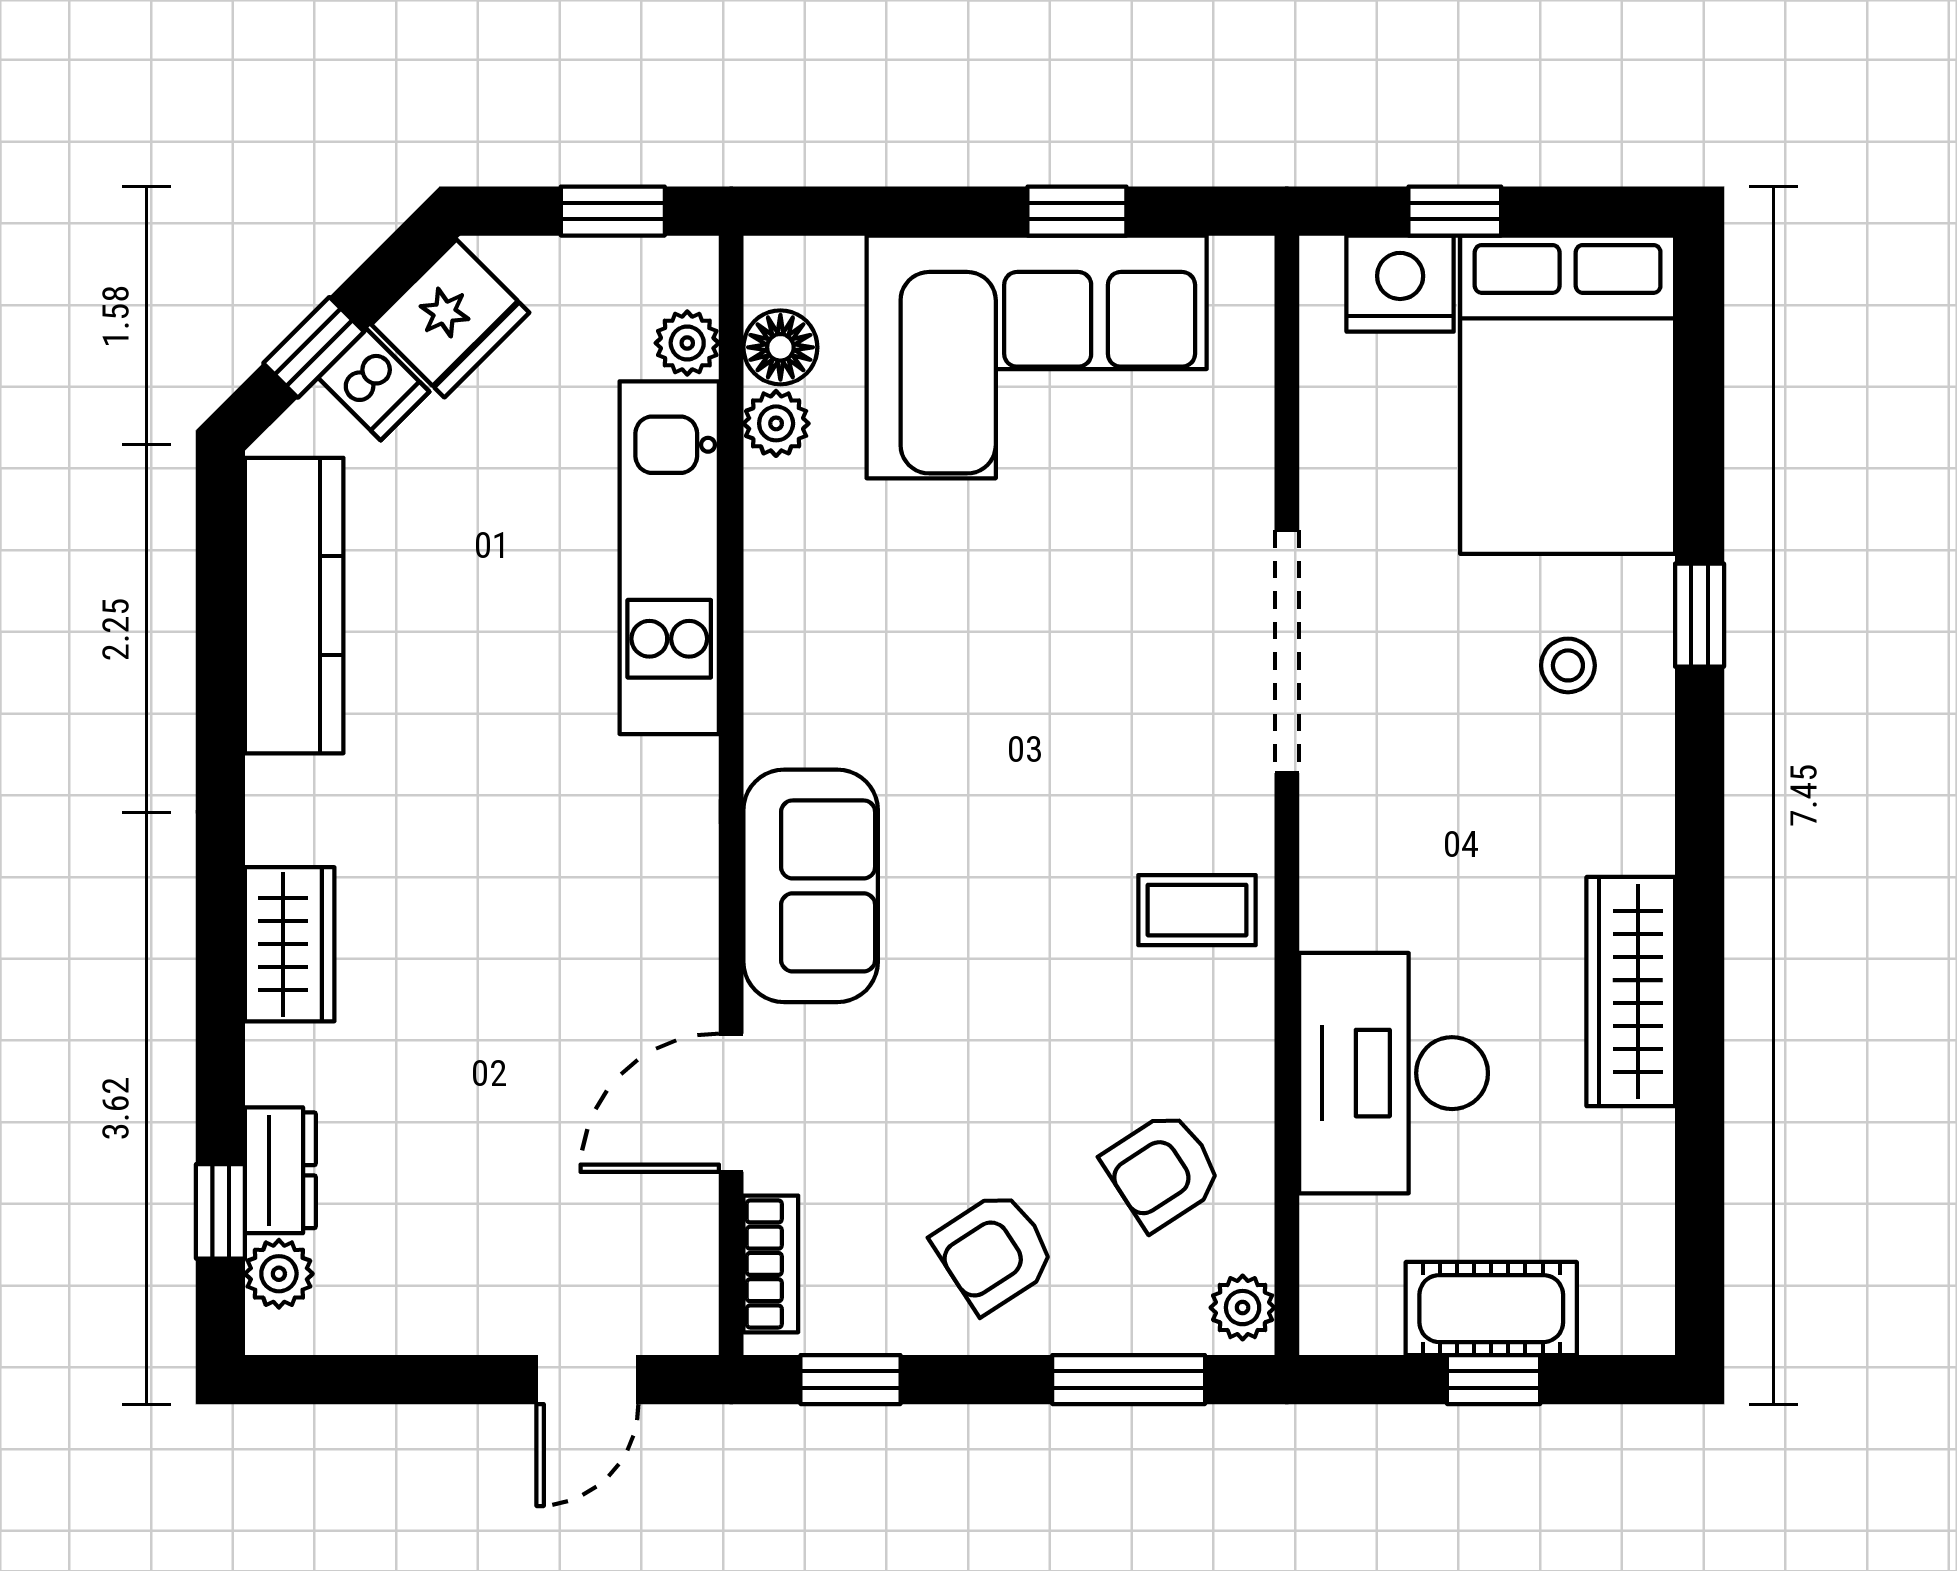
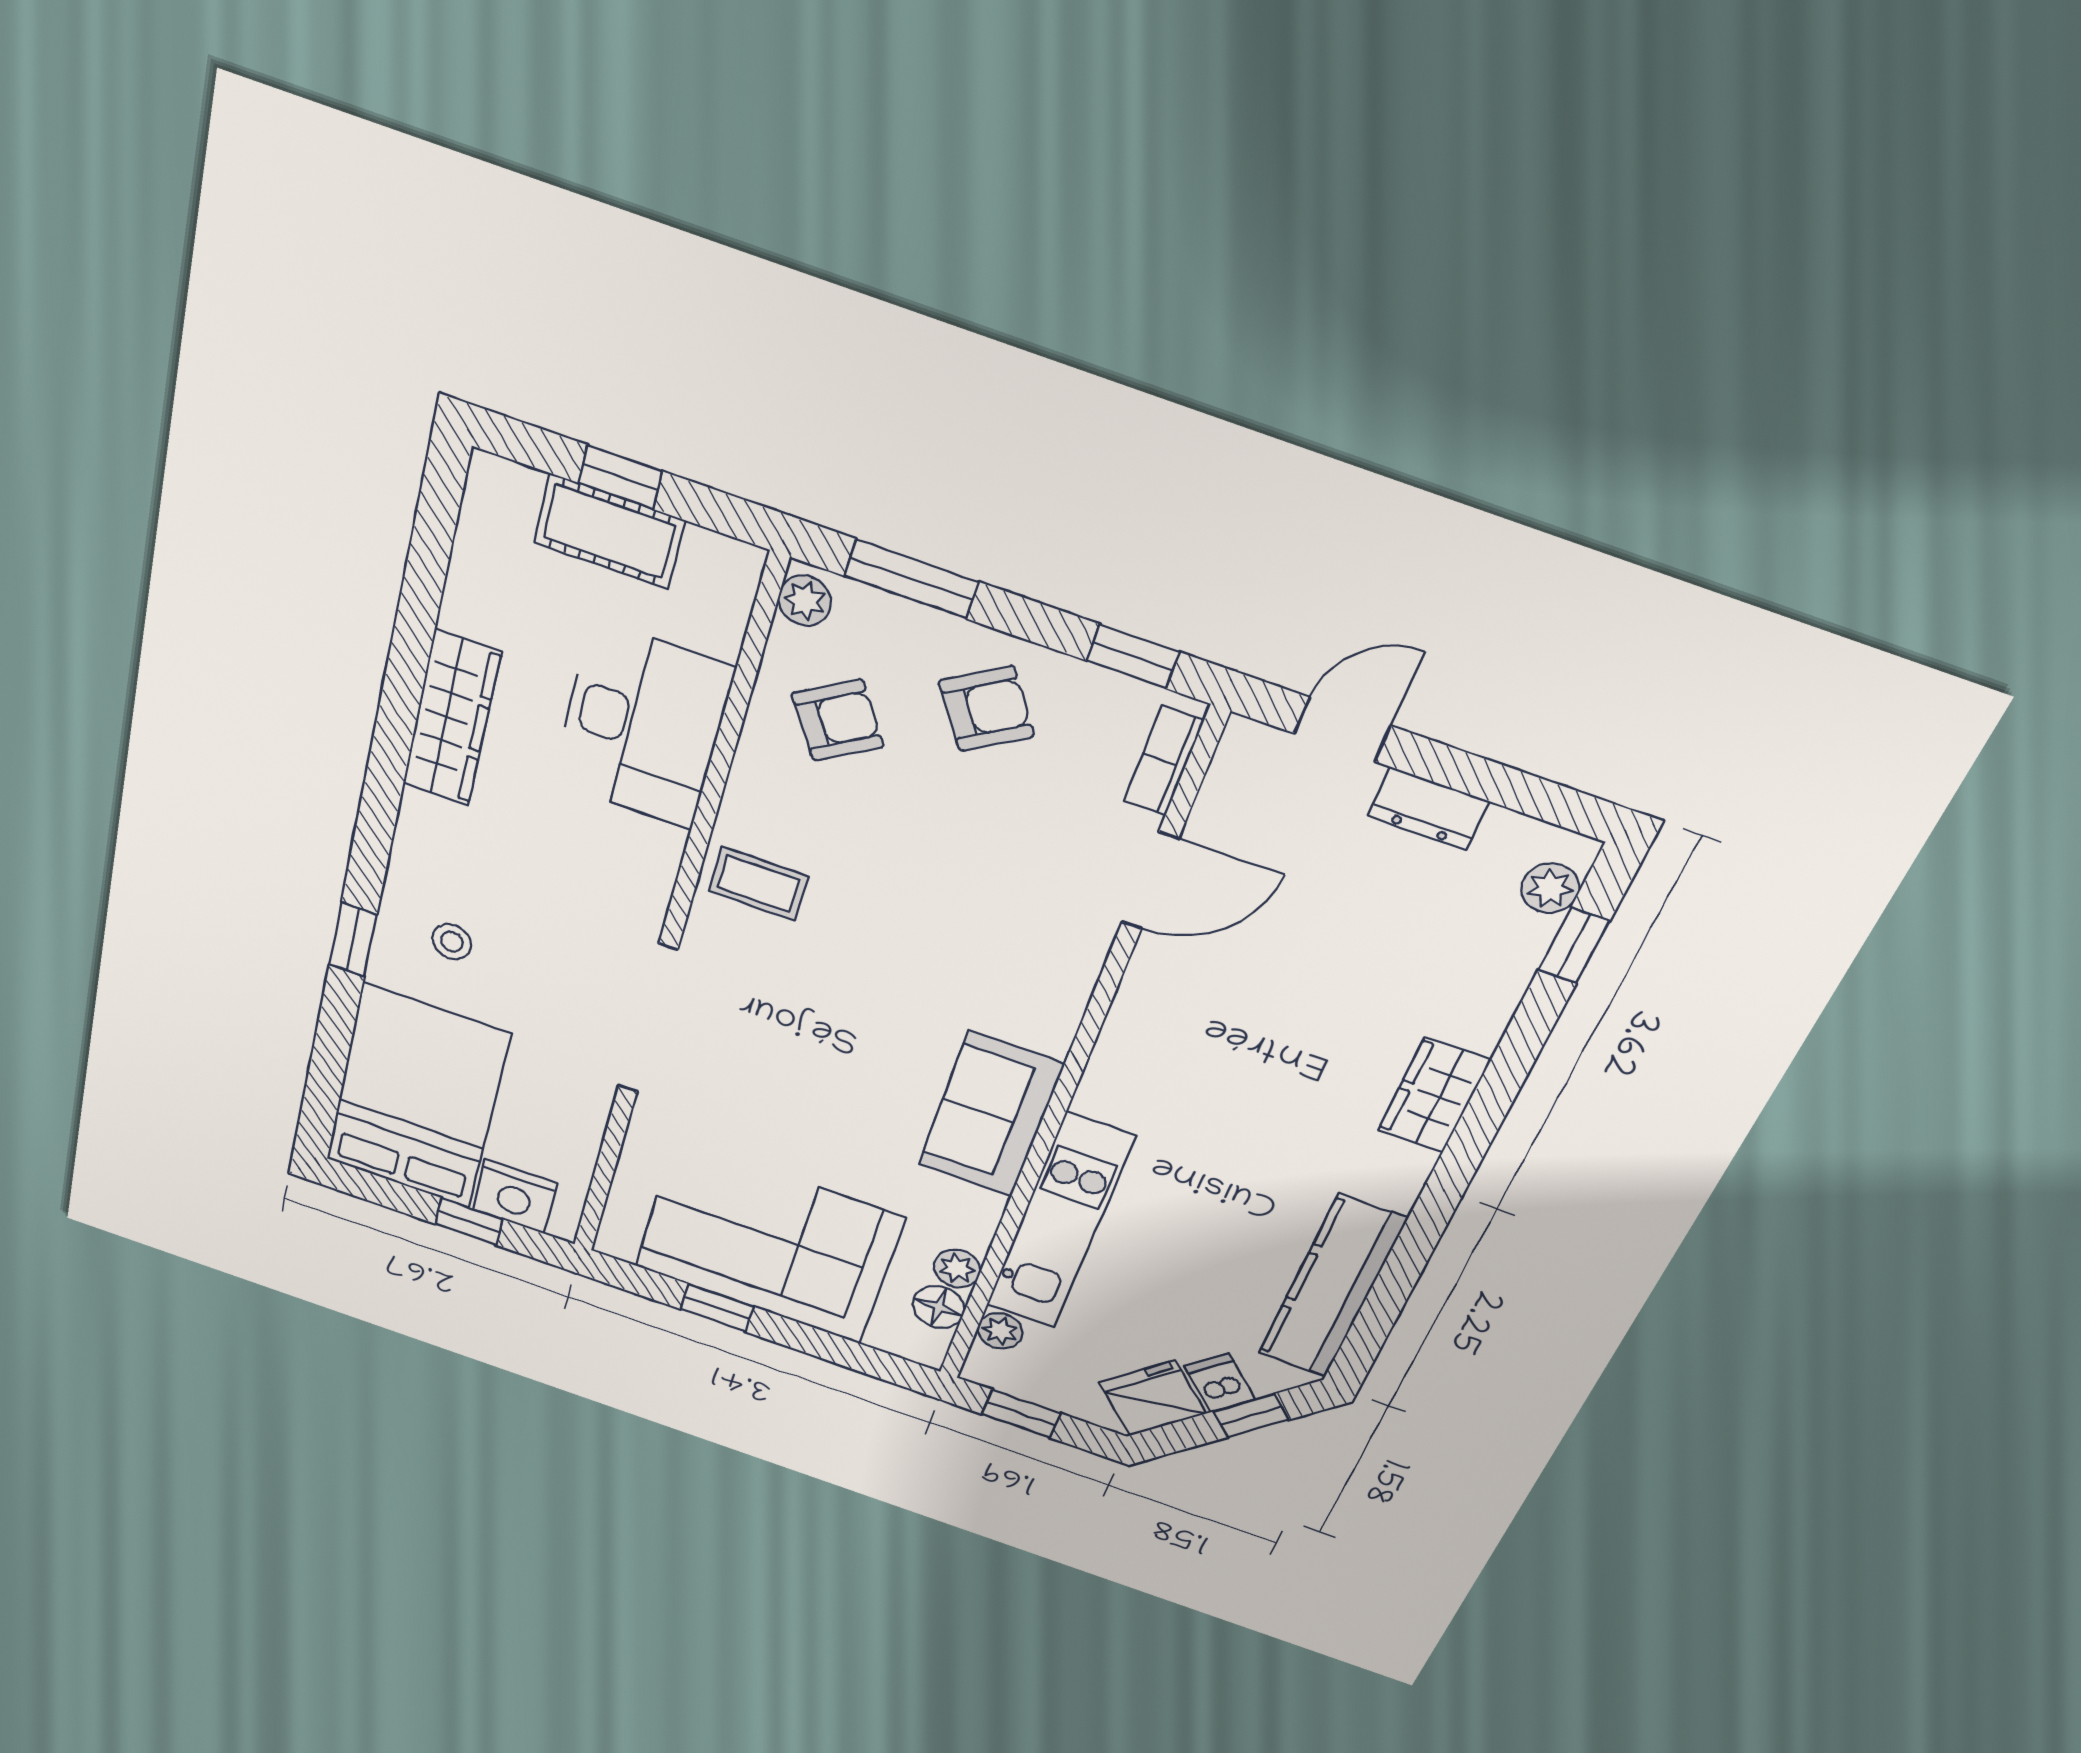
sofa: (811, 886) -> (990, 1115), moved
dresser: (280, 1170) -> (1428, 809), moved, turned -90

